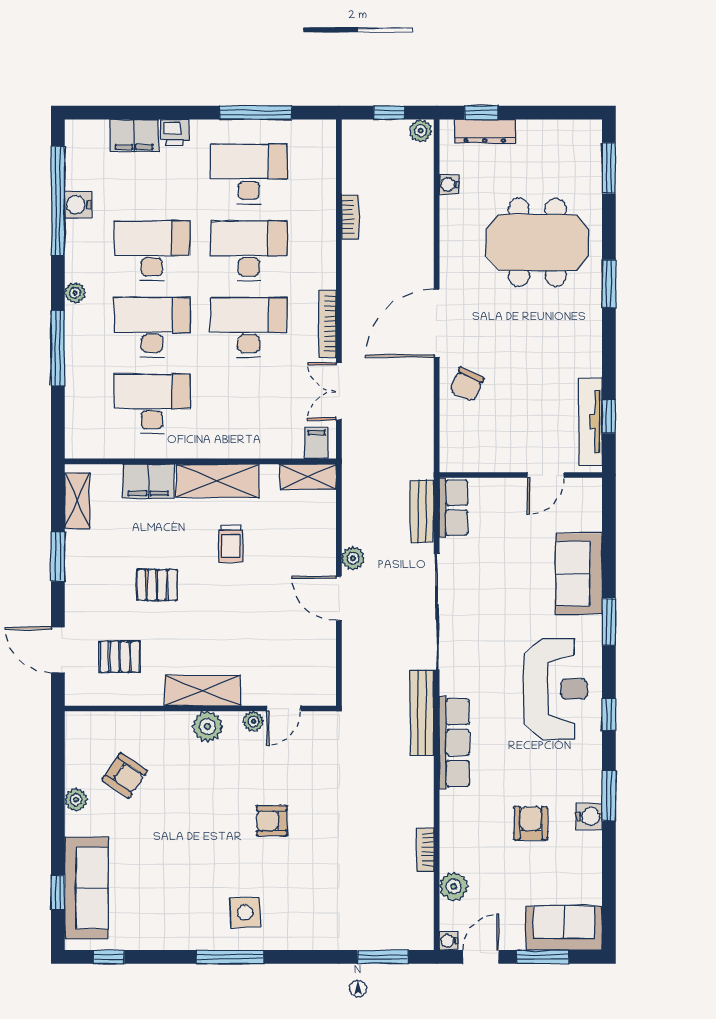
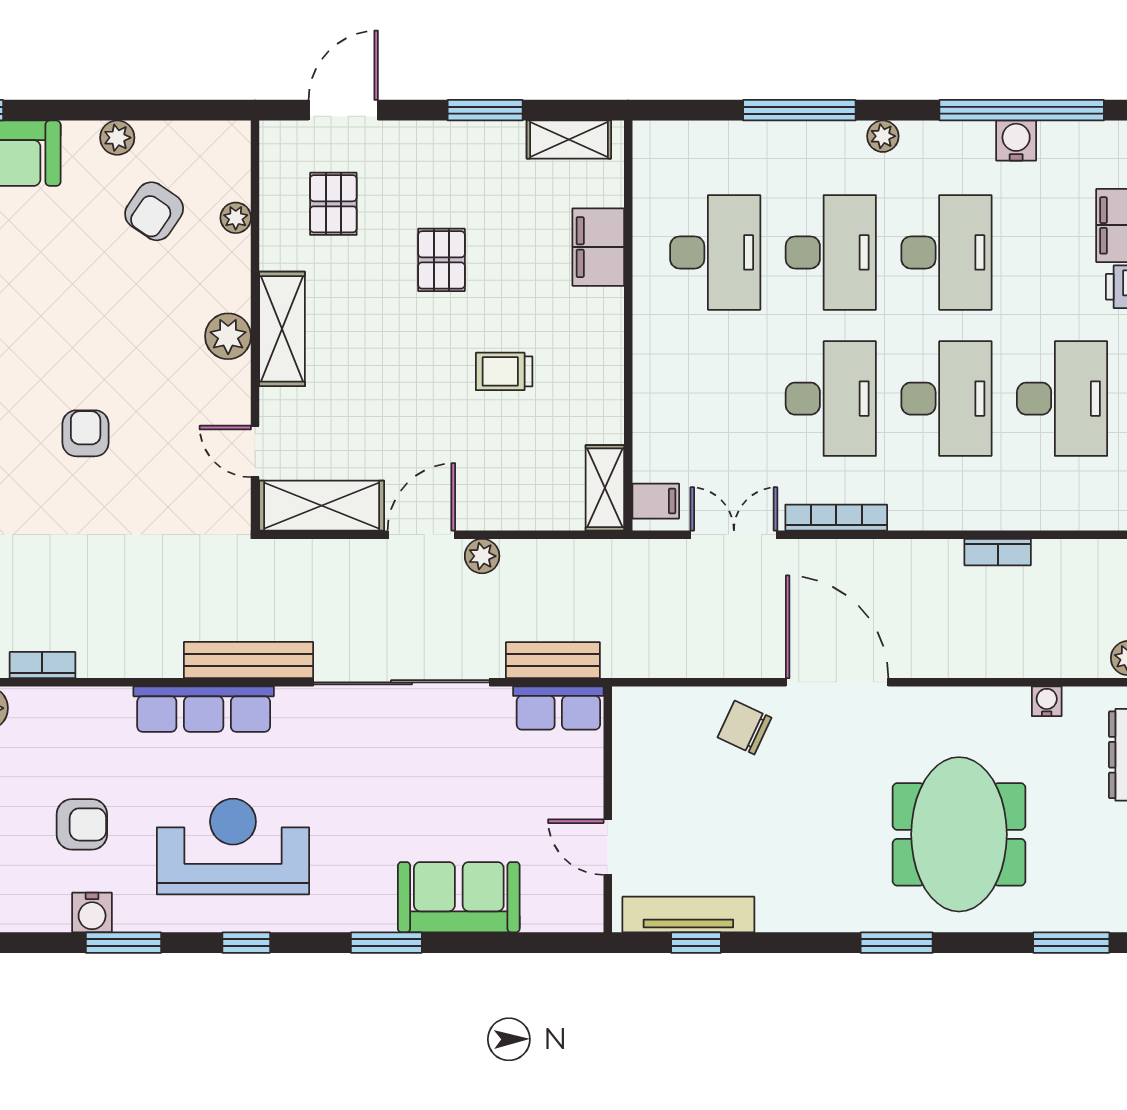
shelving: (218, 481) -> (322, 506), moved, turned 90
reception desk: (555, 689) -> (233, 847), moved, turned 180
plant: (254, 721) -> (236, 218), moved

